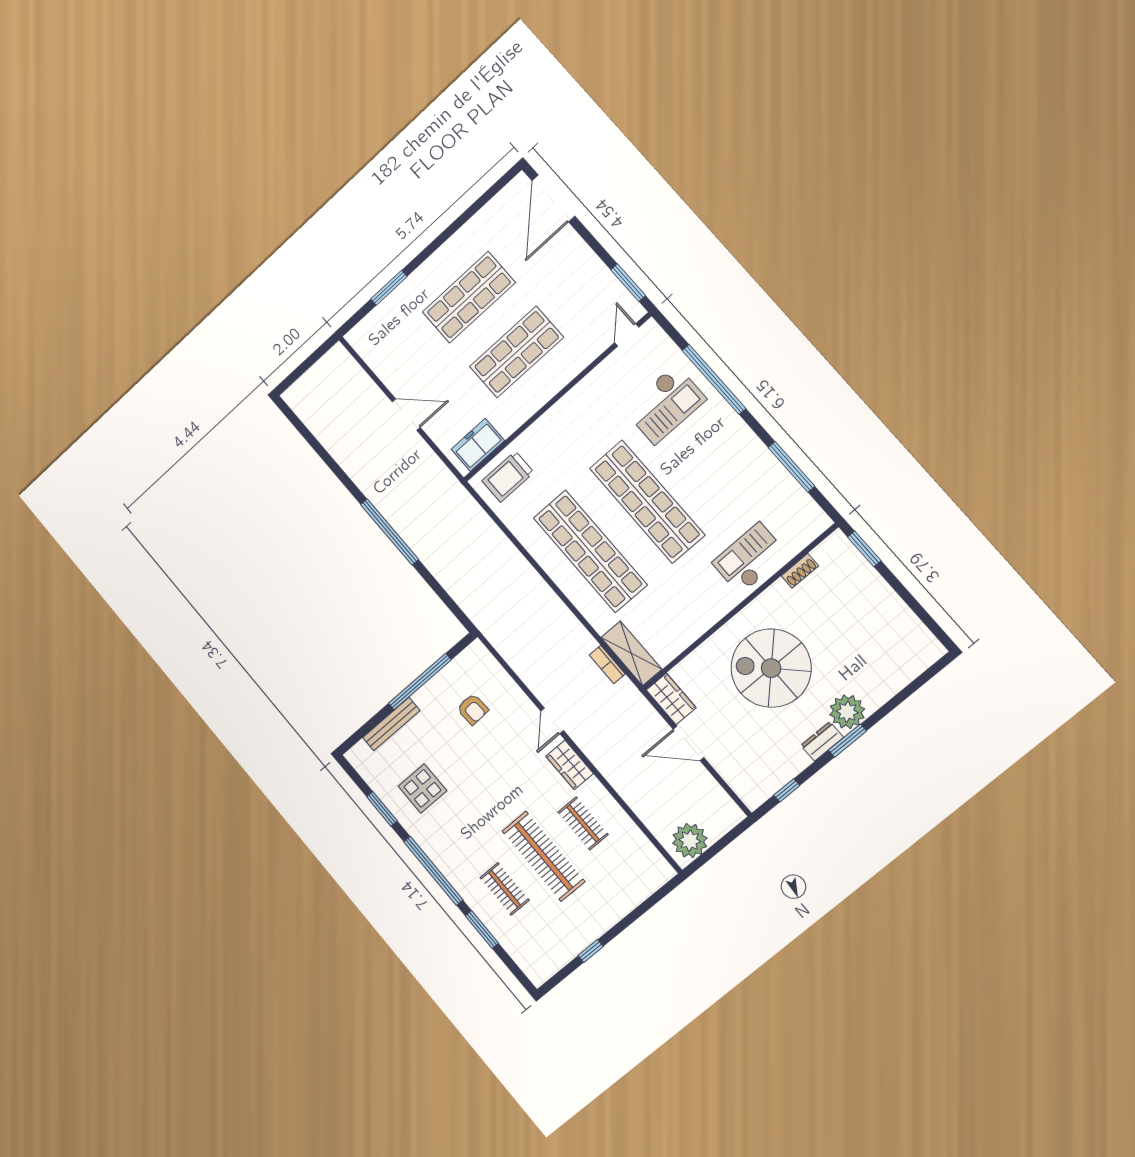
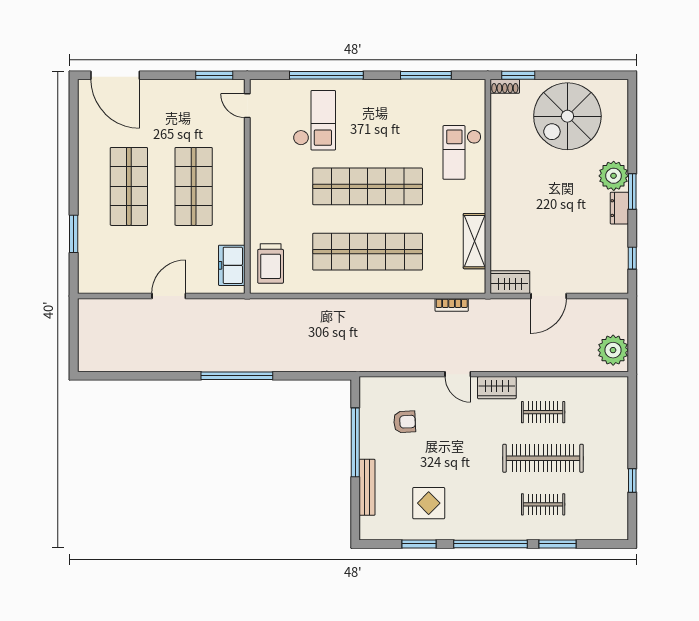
shoe rack: (800, 571) -> (505, 86), moved, turned 90
shelving: (631, 653) -> (474, 241), moved, turned 90
spiral stairs: (771, 668) -> (567, 116), moved

